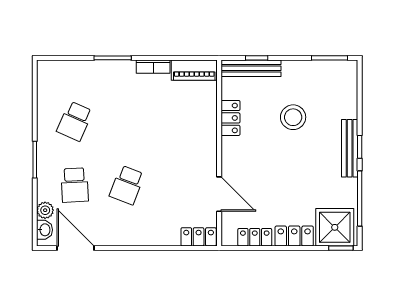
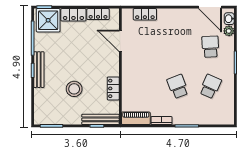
school desk: (127, 185) -> (178, 86), moved, turned -42
locker: (199, 237) -> (145, 14), moved

